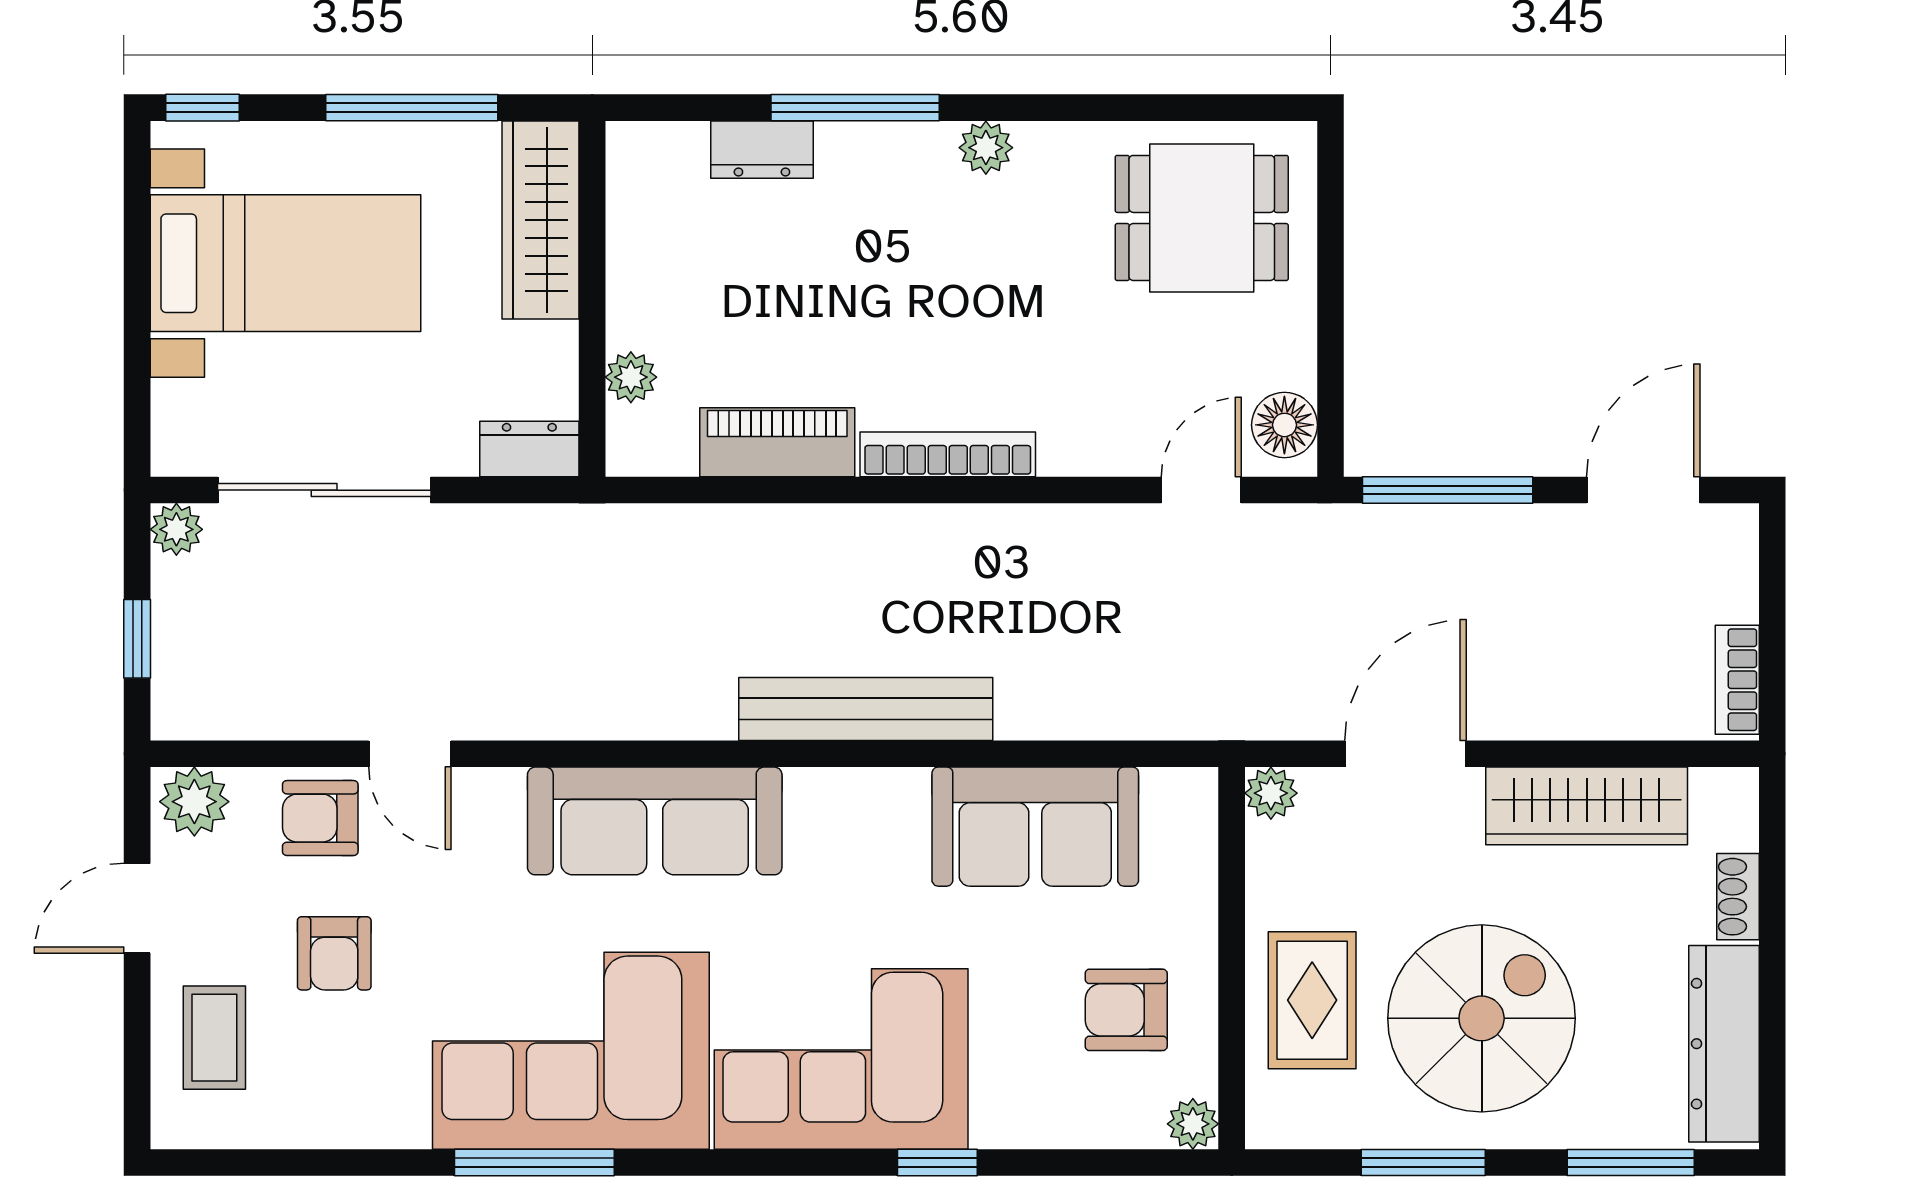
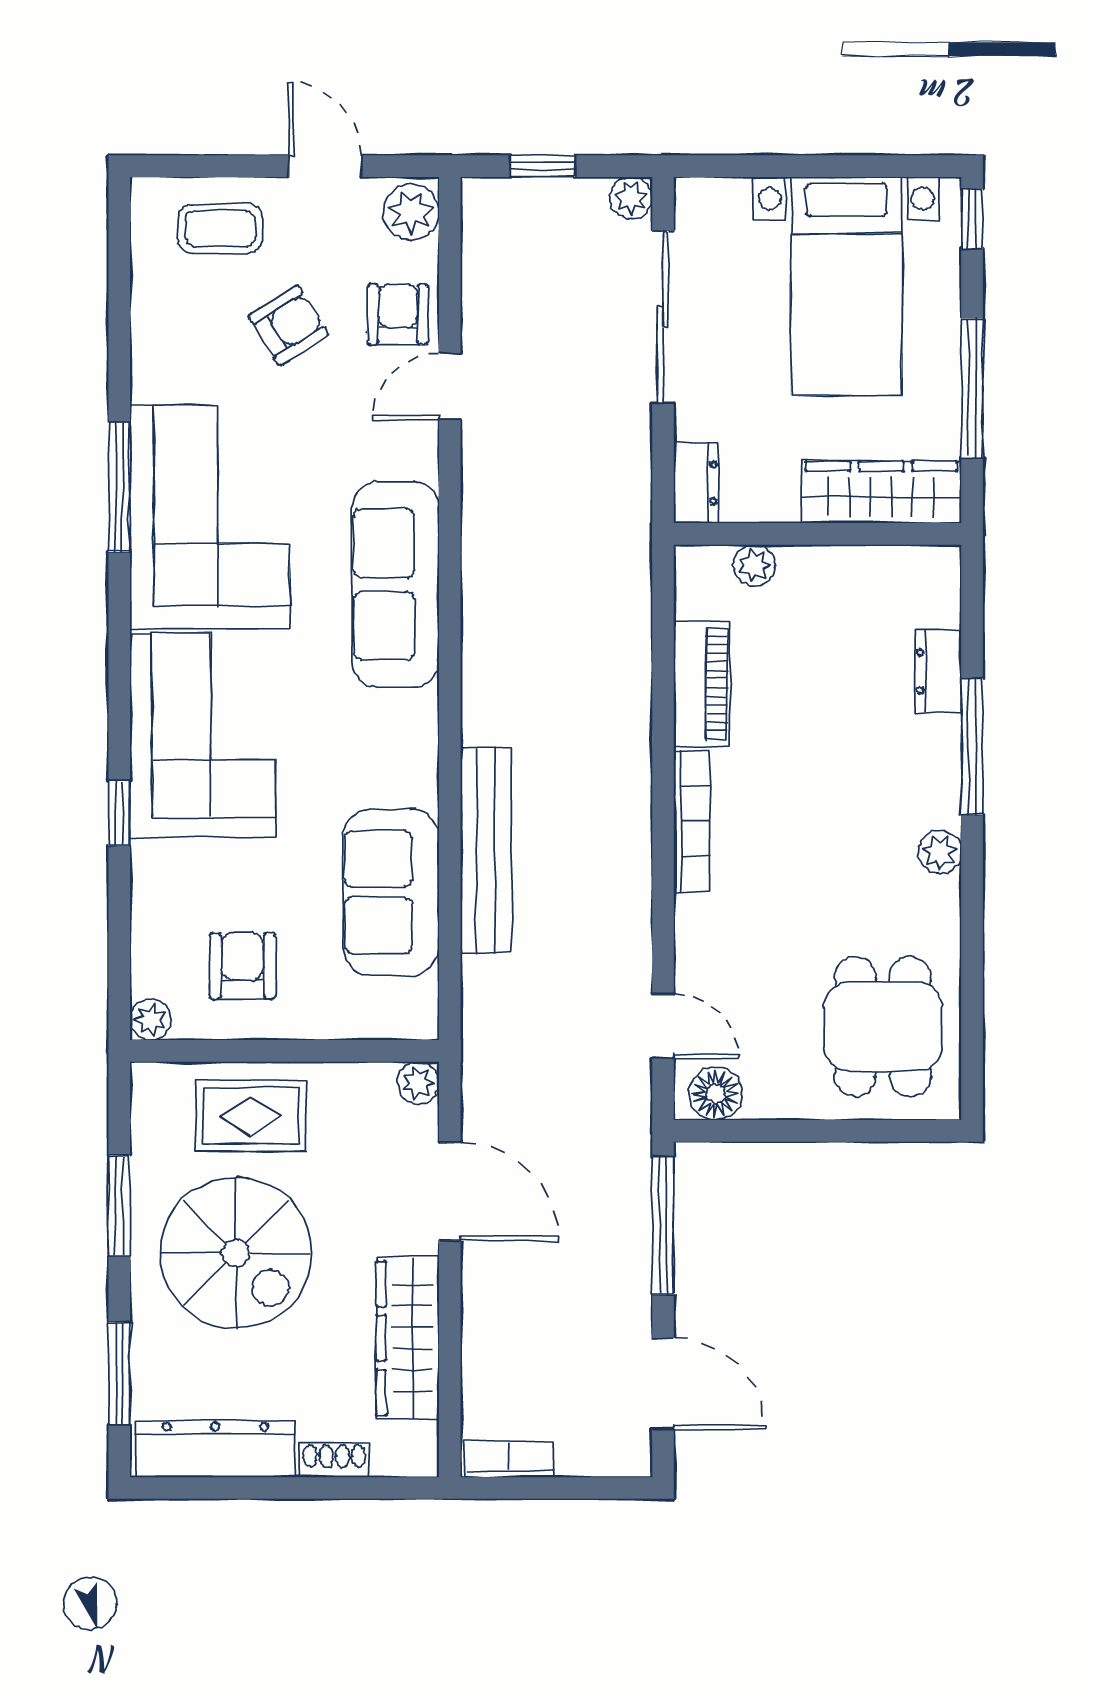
bench: (866, 709) -> (486, 850), moved
armchair: (334, 953) -> (288, 325), turned 148

